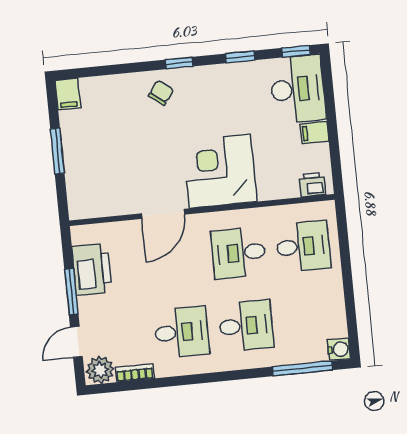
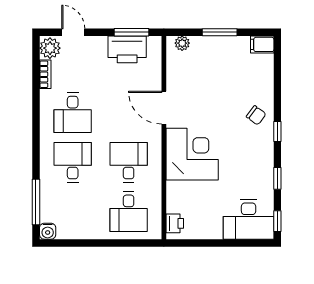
filing cabinet: (315, 133) -> (214, 229), removed
plant: (77, 198) -> (182, 43), added
window: (71, 292) -> (132, 32), moved
desk: (246, 326) -> (73, 162), turned 180

